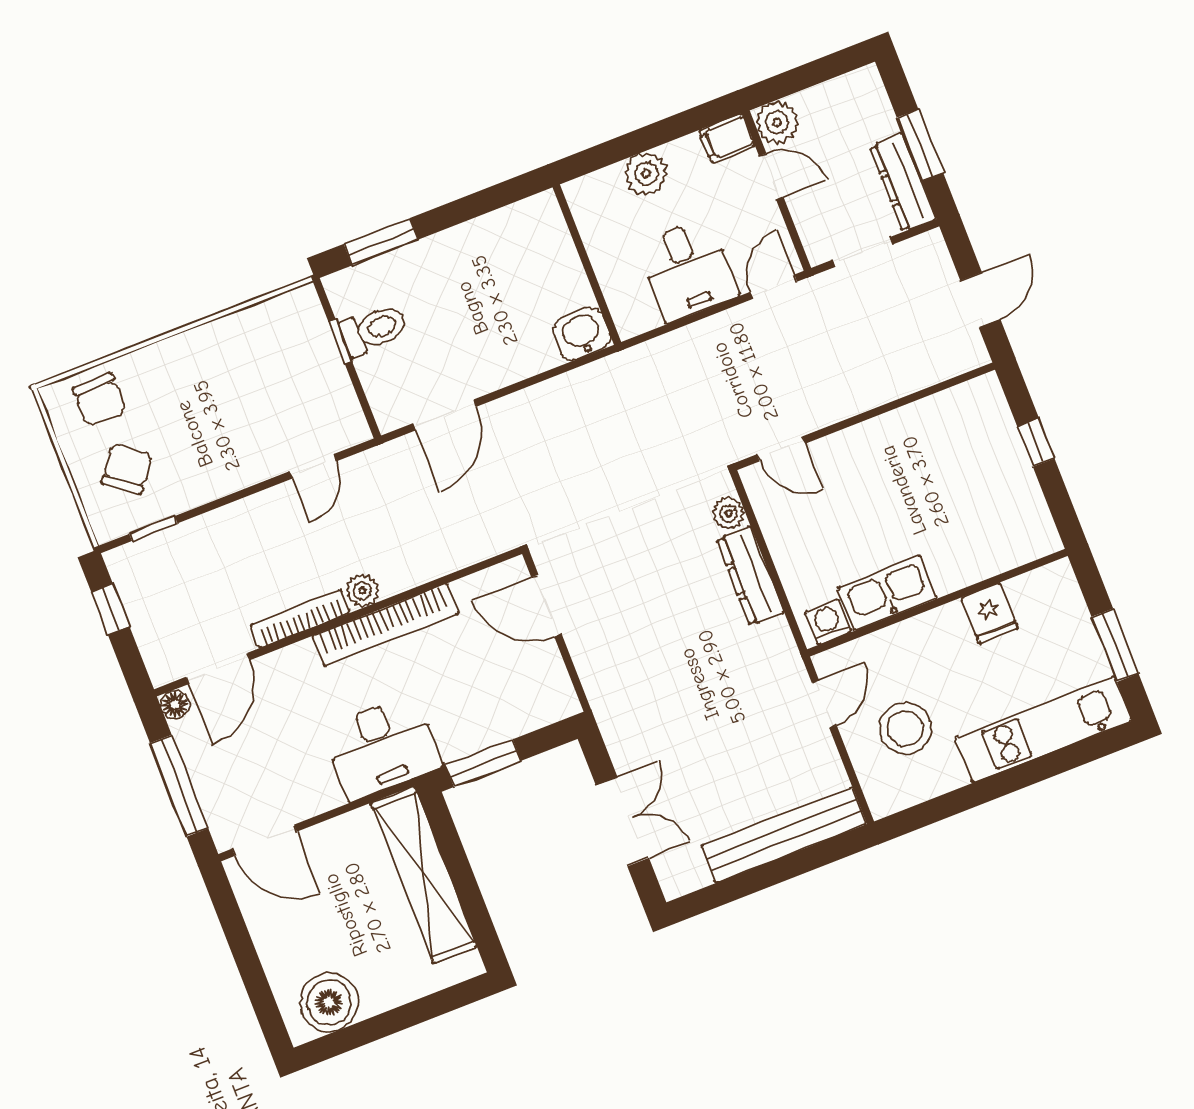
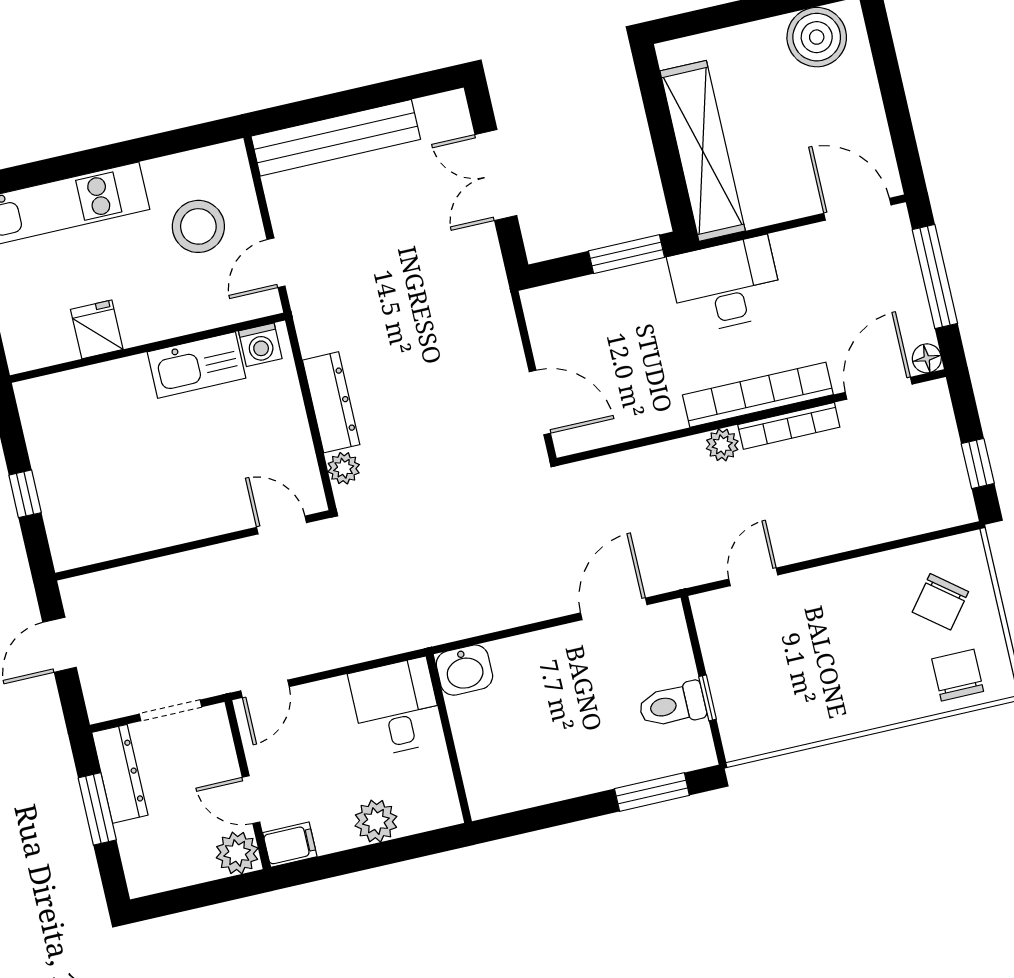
desk: (688, 270) -> (396, 707), moved
window: (153, 529) -> (923, 538), removed
bookcase: (385, 625) -> (758, 395), moved

